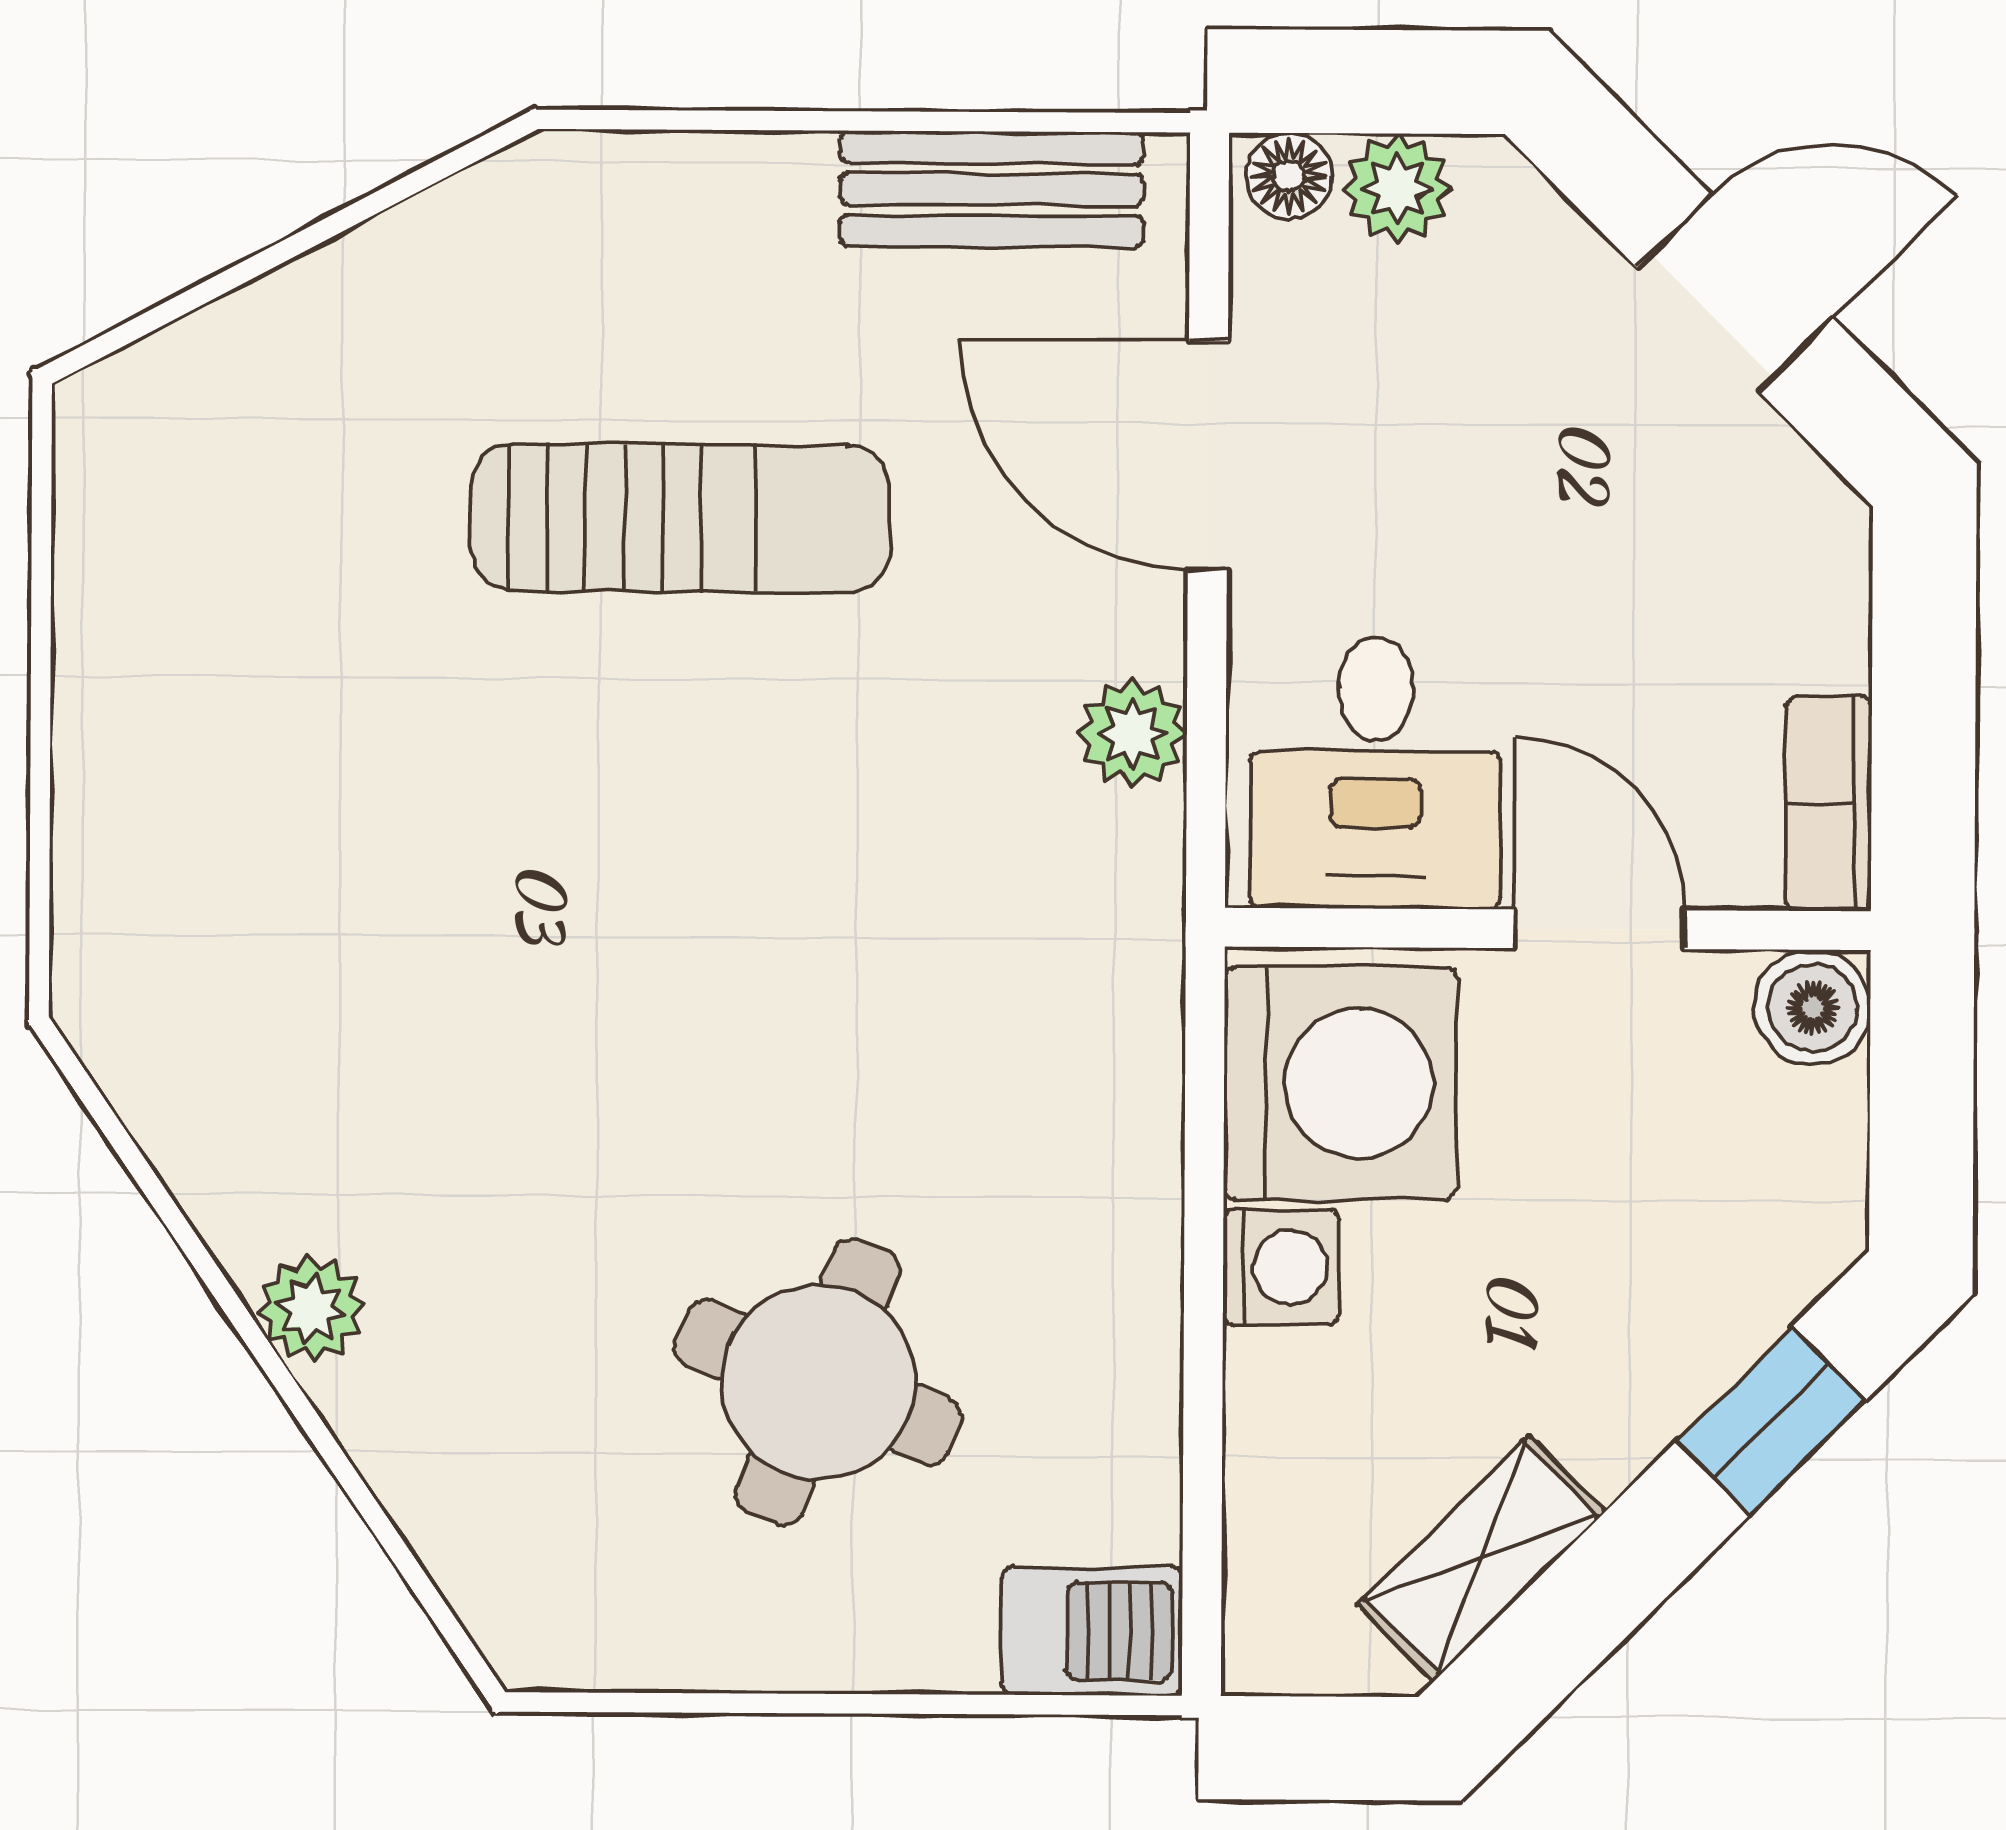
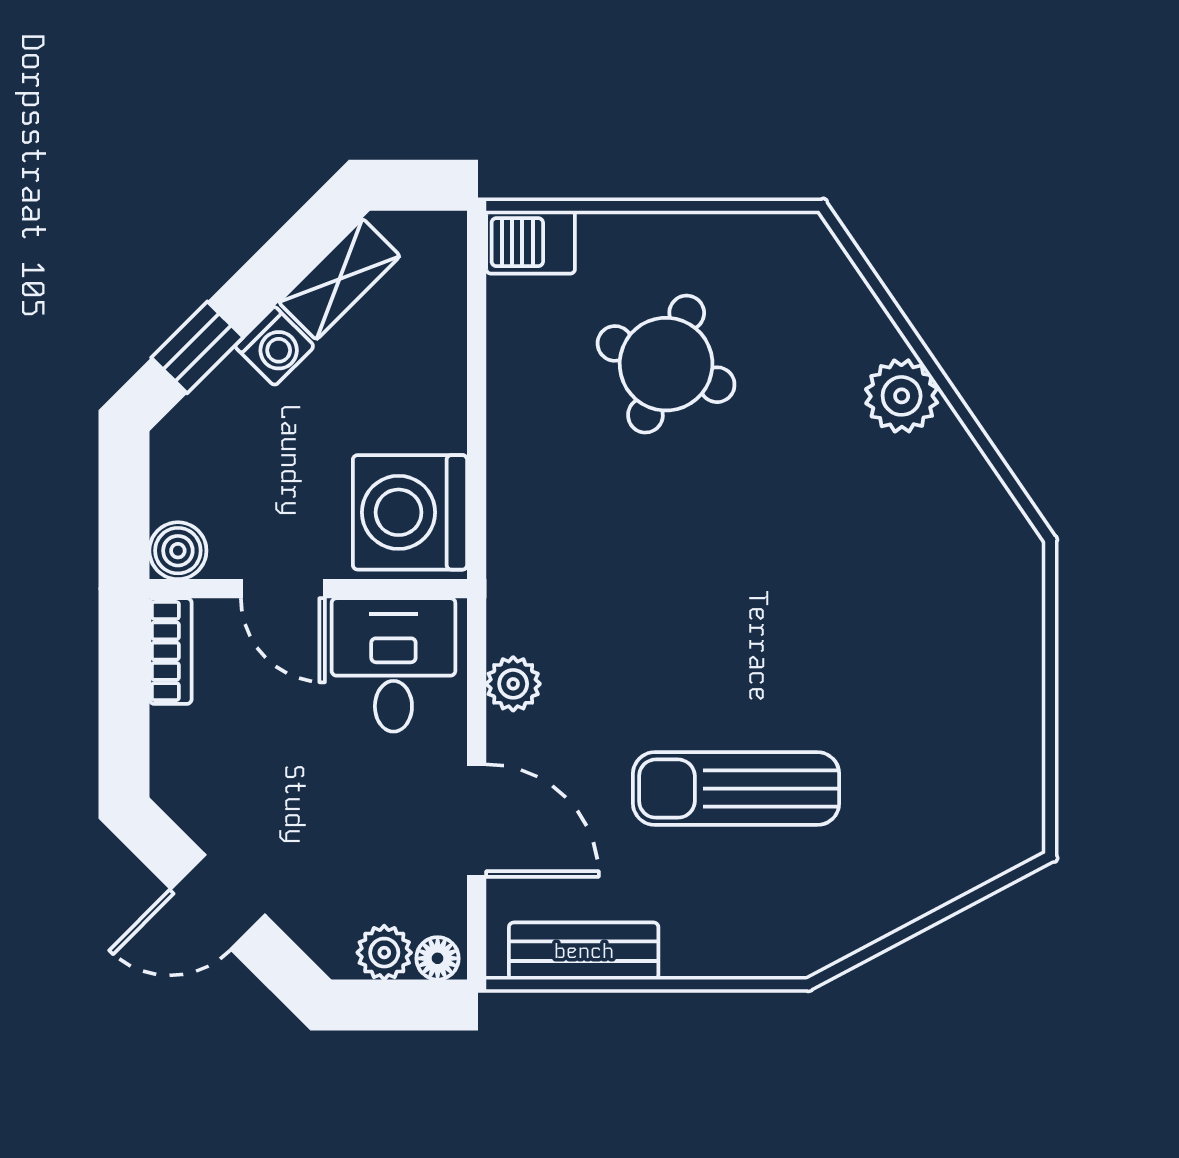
washing machine: (1281, 1267) -> (275, 346), moved, turned -135
plant: (311, 1309) -> (902, 396), width x1.38, depth x1.38

